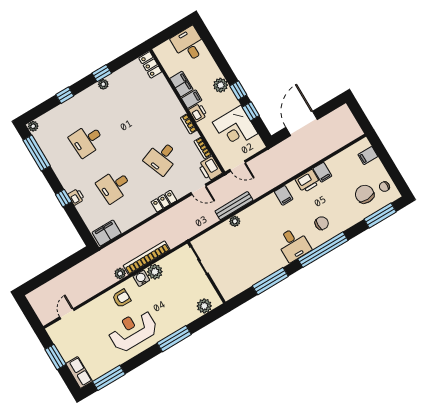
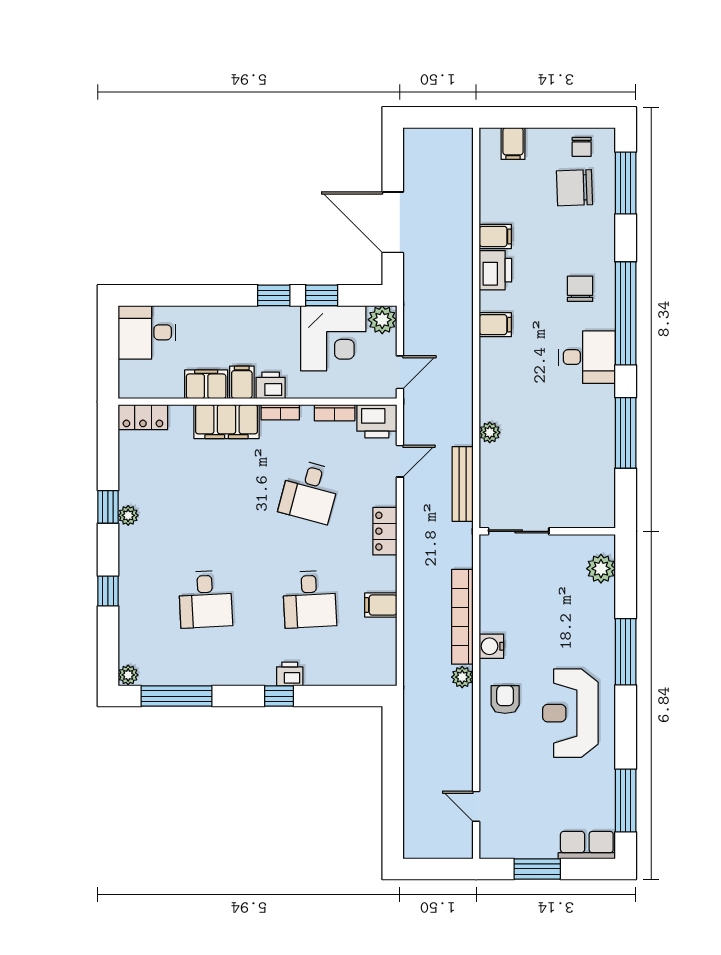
plant: (221, 85) -> (382, 320), moved
filing cabinet: (170, 103) -> (227, 422), added
desk: (162, 158) -> (310, 491), turned 36
bench: (234, 206) -> (463, 484), moved
filing cabinet: (107, 233) -> (381, 605), moved, width x0.50
plant: (155, 272) -> (494, 617), removed

